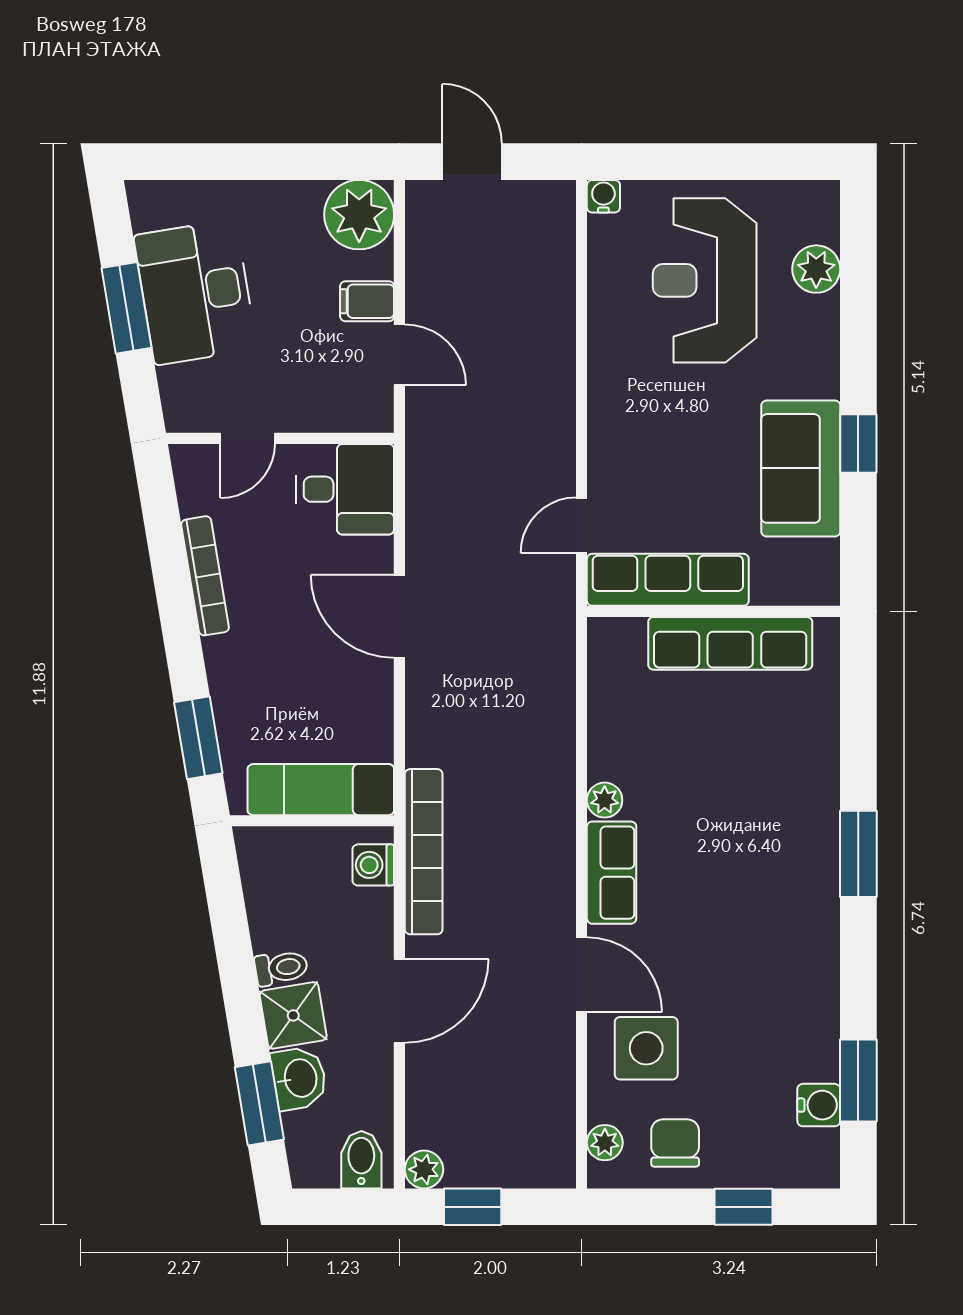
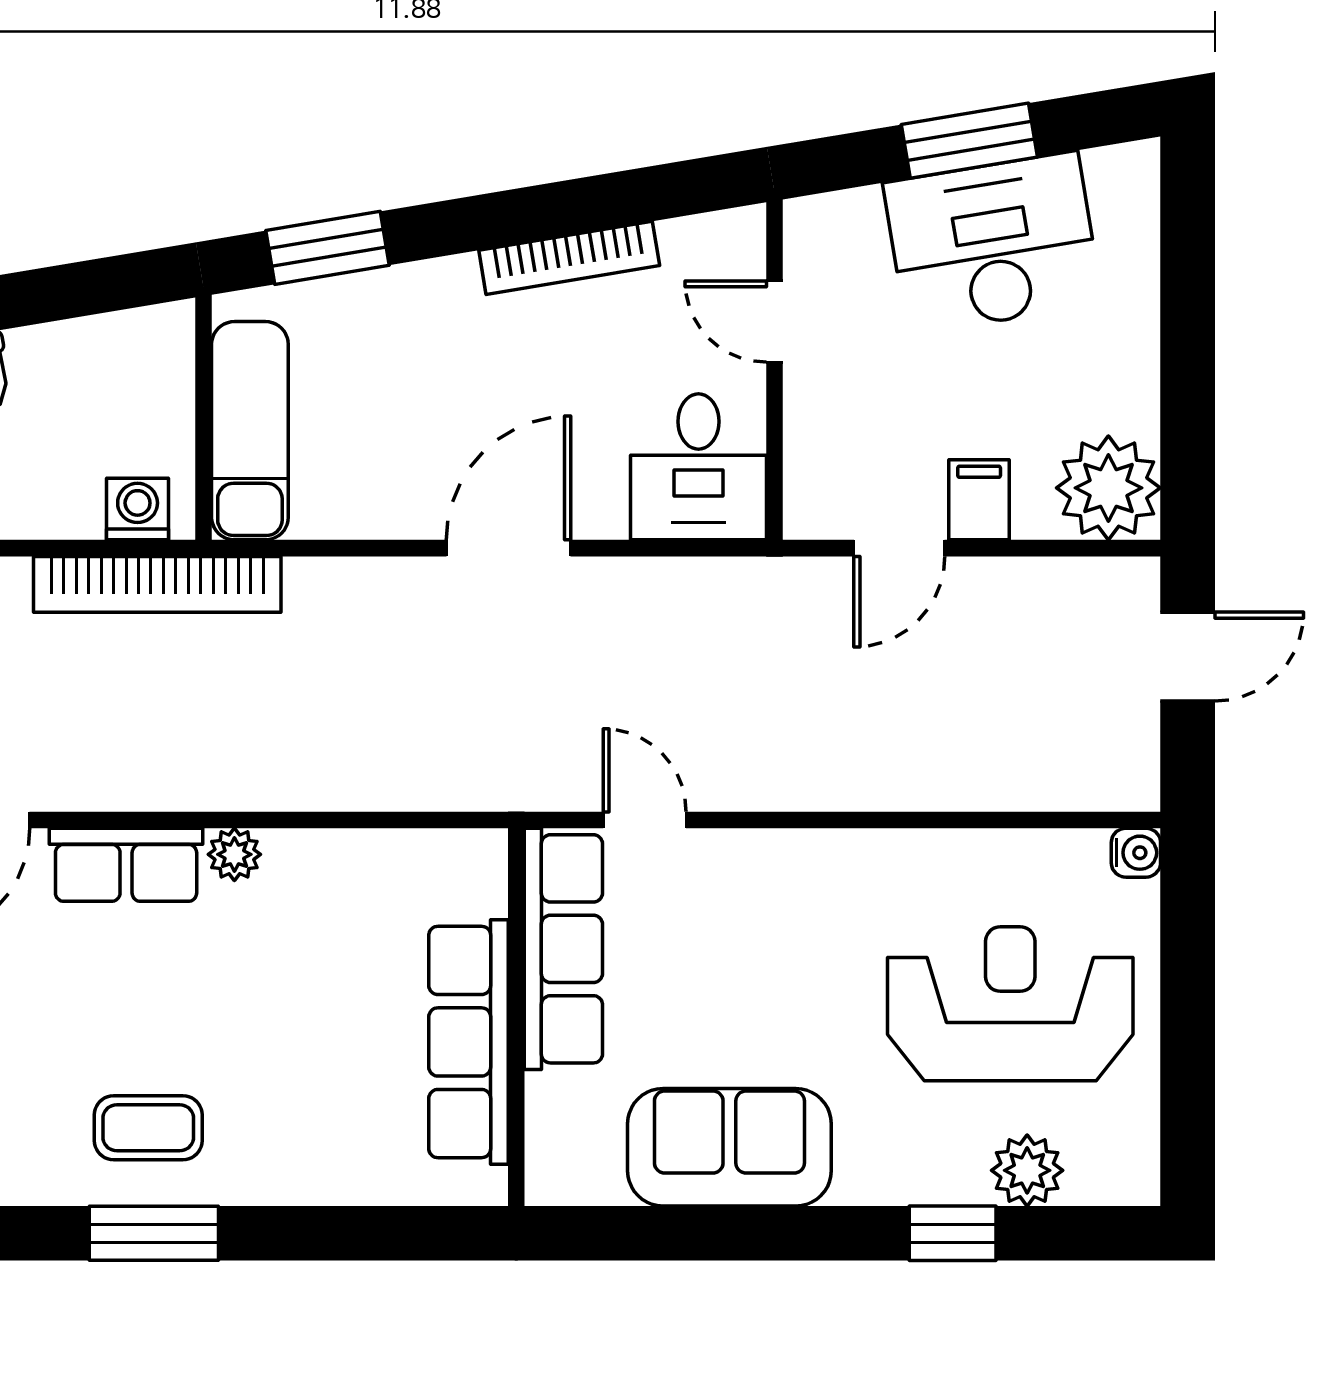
window: (858, 443) -> (953, 1233), moved
coffee table: (788, 858) -> (148, 1128), added

